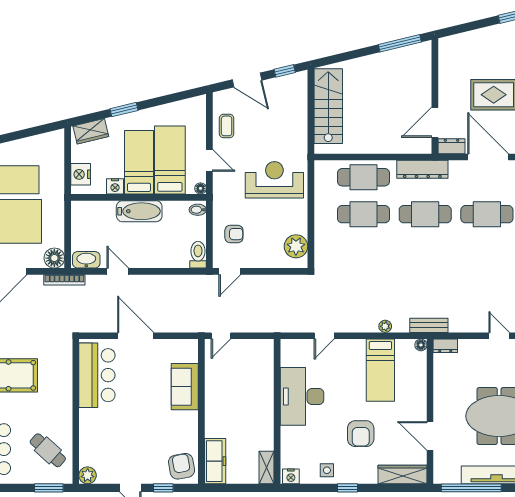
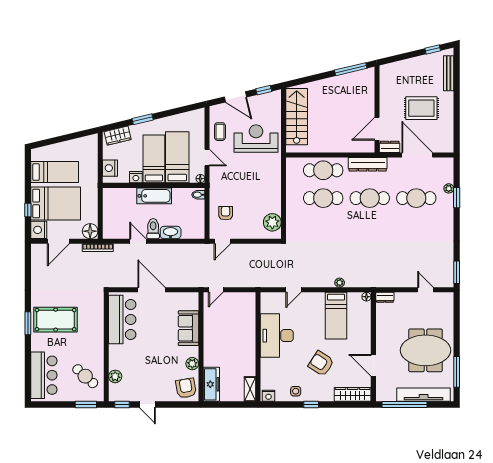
reception desk: (274, 180) -> (256, 139), moved
armchair: (234, 234) -> (226, 213), turned -90
toilet: (198, 255) -> (153, 229), moved
washbasin: (86, 260) -> (171, 233), moved
bench: (429, 325) -> (373, 282), removed
plant: (190, 434) -> (192, 364), added
armchair: (361, 434) -> (321, 364), turned 123
plant: (88, 475) -> (115, 376), moved
window: (163, 488) -> (122, 405), moved

